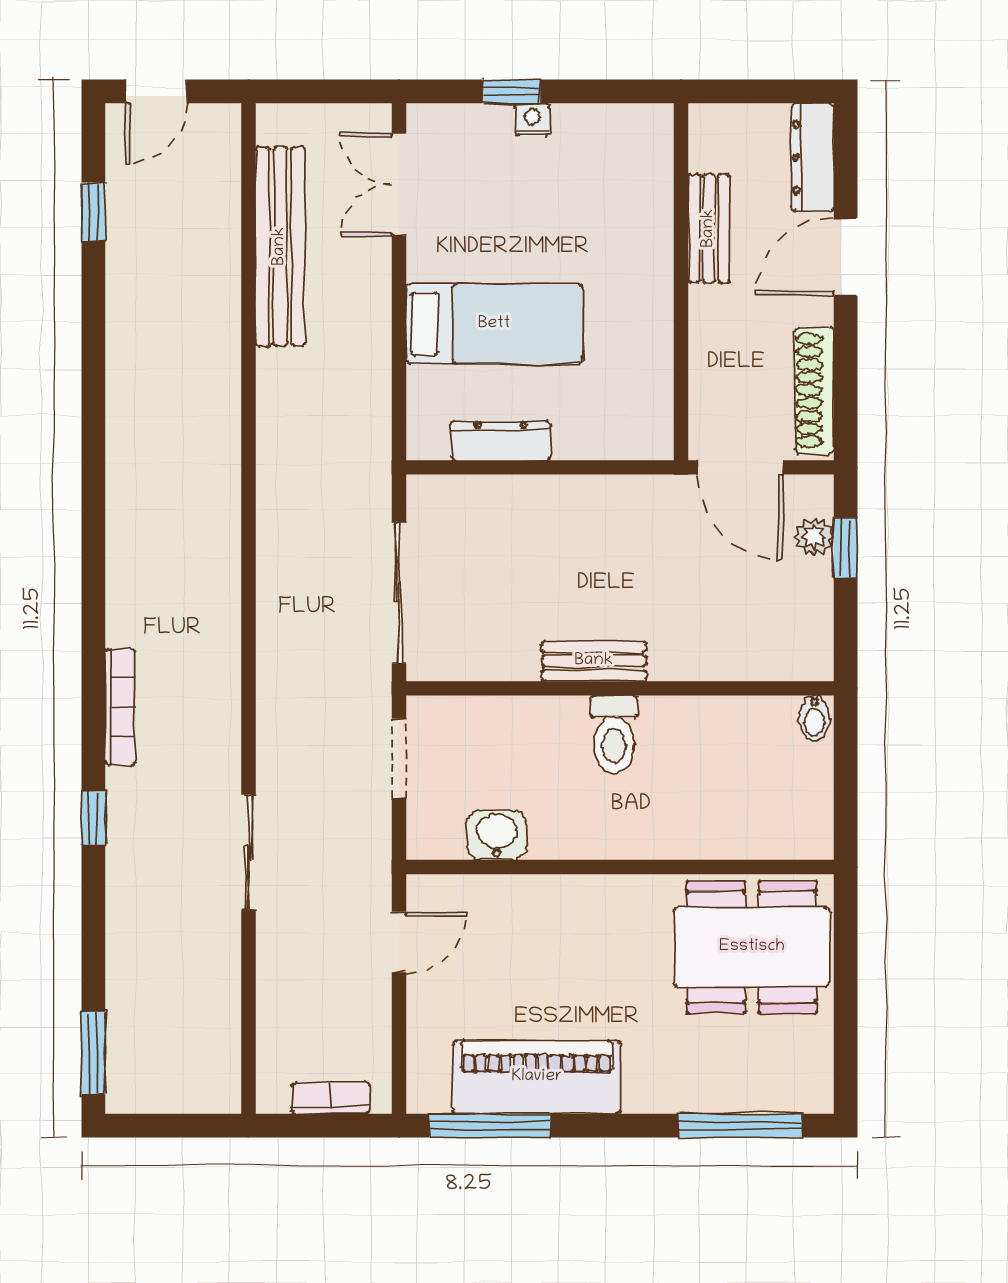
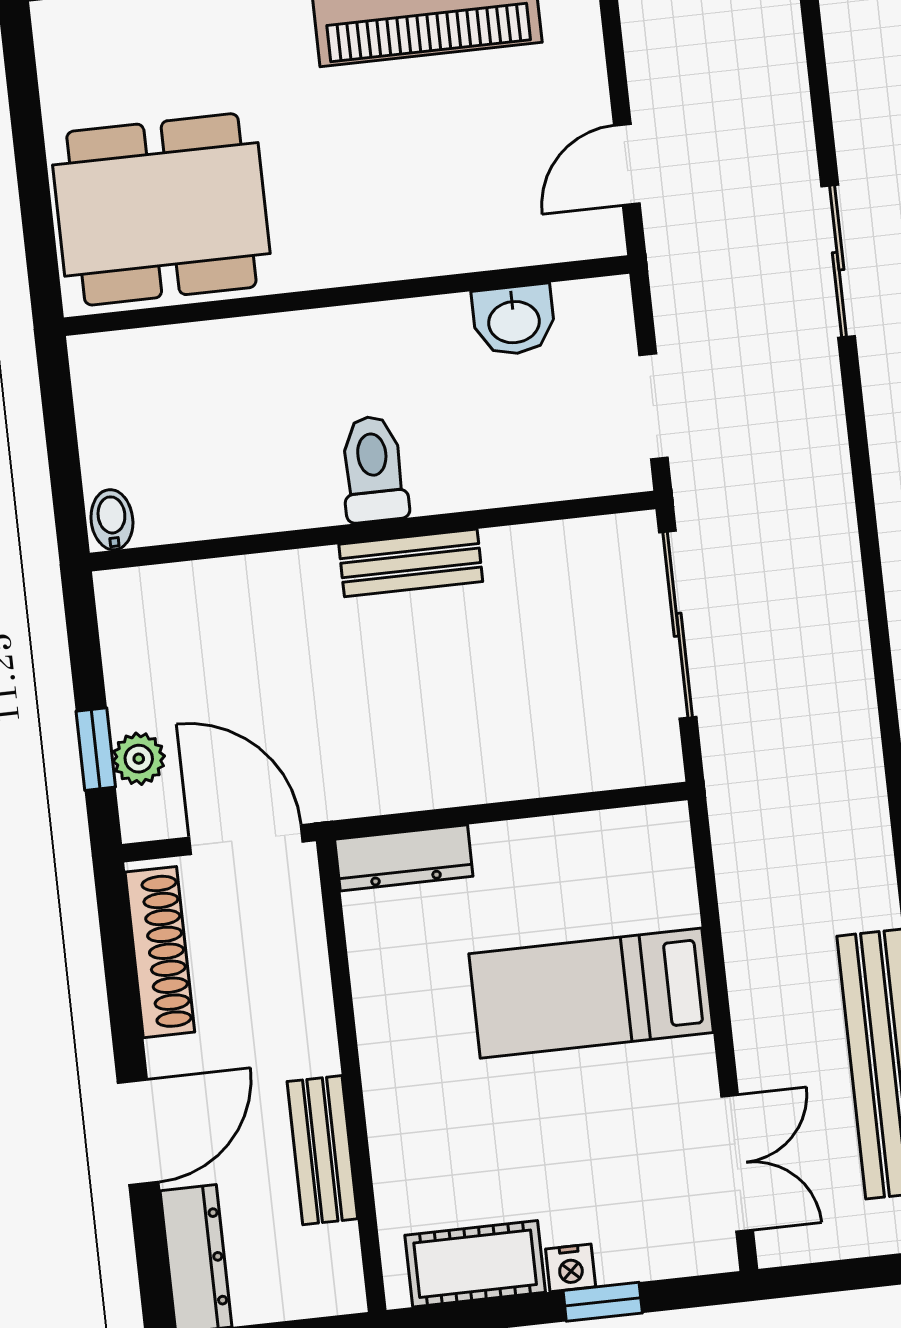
cot: (604, 130) -> (475, 1264), added
dresser: (501, 441) -> (404, 858), moved

